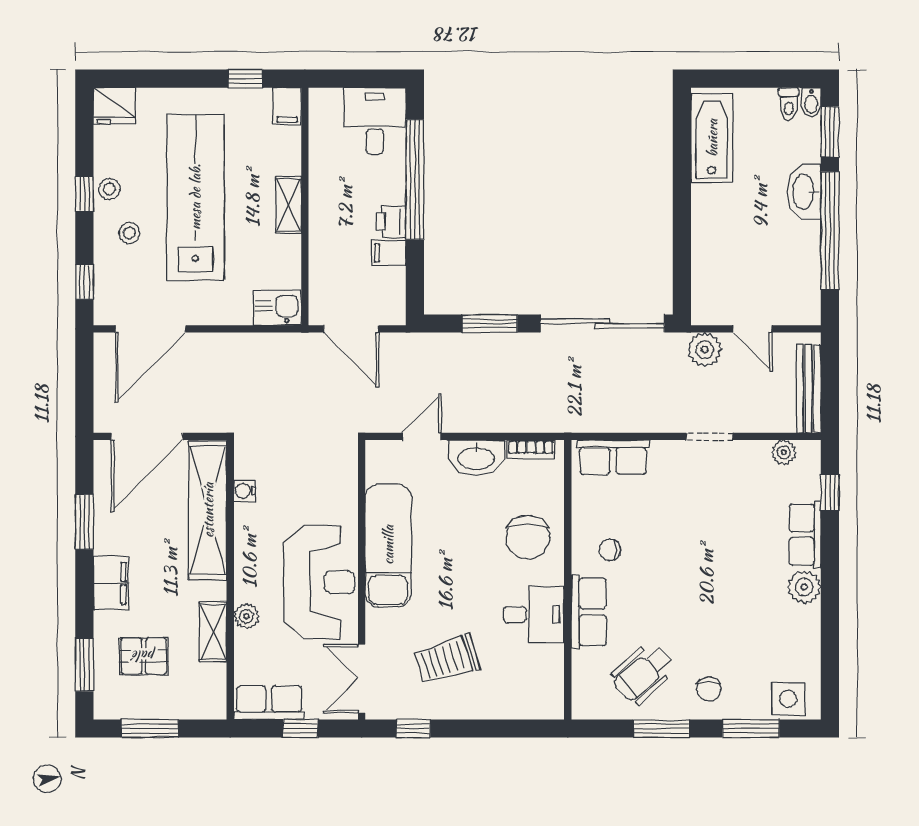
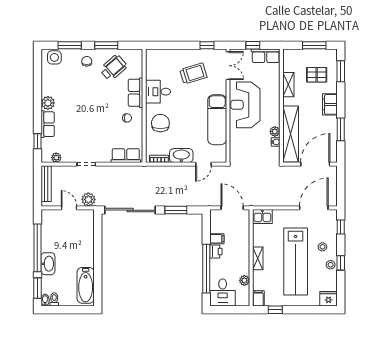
plant: (321, 151) -> (244, 280), added
plant: (246, 616) -> (275, 131), moved

